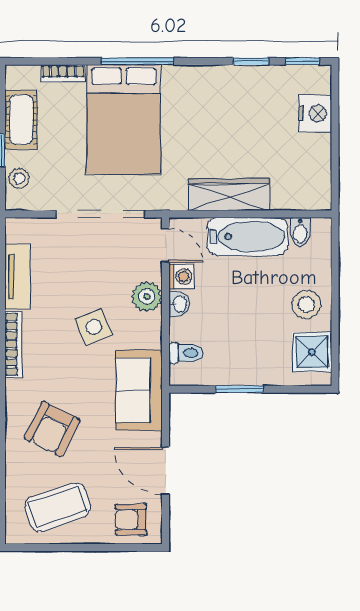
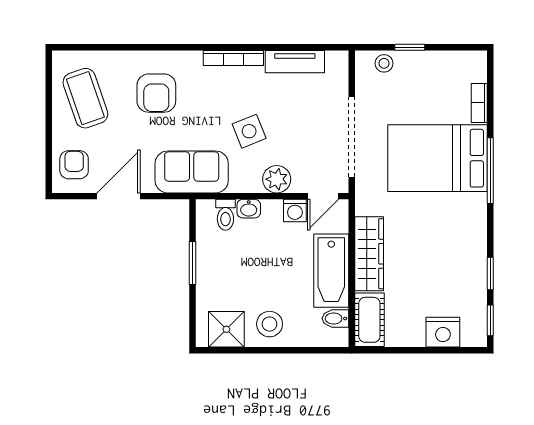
cot: (21, 120) -> (369, 320), moved, turned 90
washbasin: (179, 304) -> (249, 209), moved
armchair: (52, 429) -> (156, 93), turned -117

